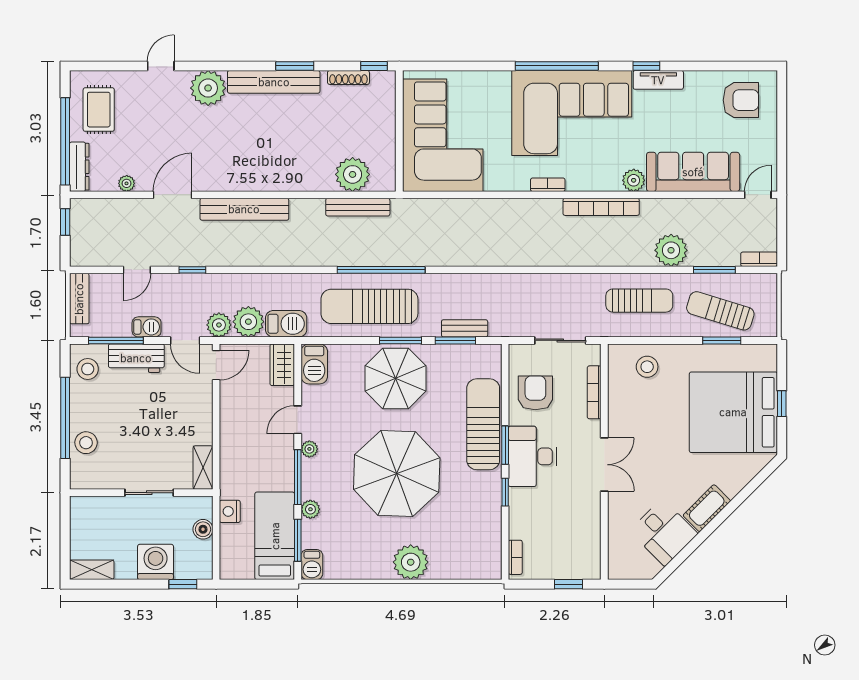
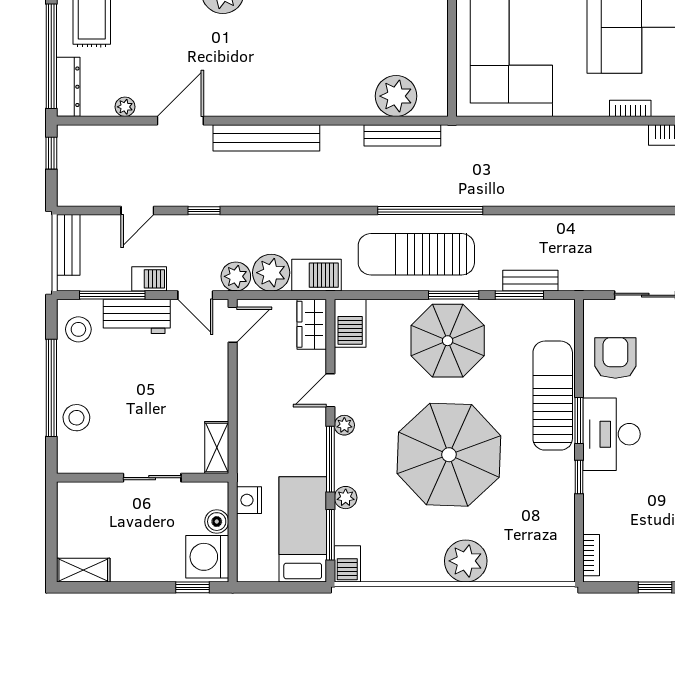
washing machine: (156, 562) -> (207, 557), moved, turned -90

